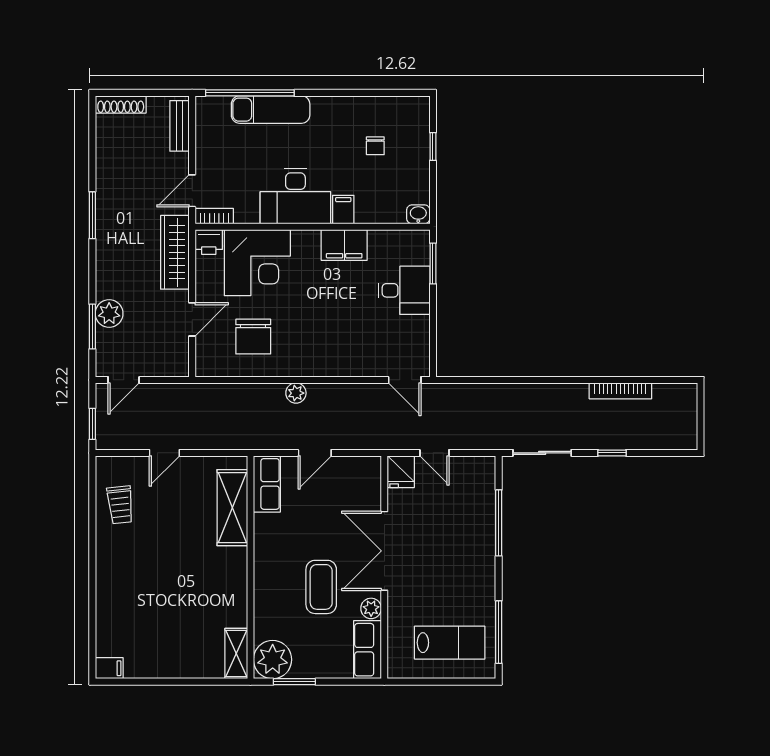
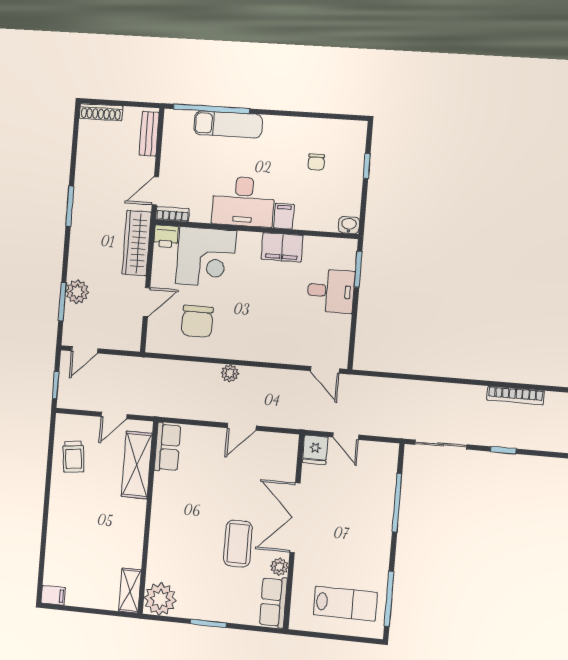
row of seats: (267, 484) -> (168, 447), moved
shelving: (232, 508) -> (137, 465), moved
wall: (250, 567) -> (148, 518), moved
shelving: (236, 654) -> (130, 591), moved
plant: (273, 660) -> (160, 599), moved

